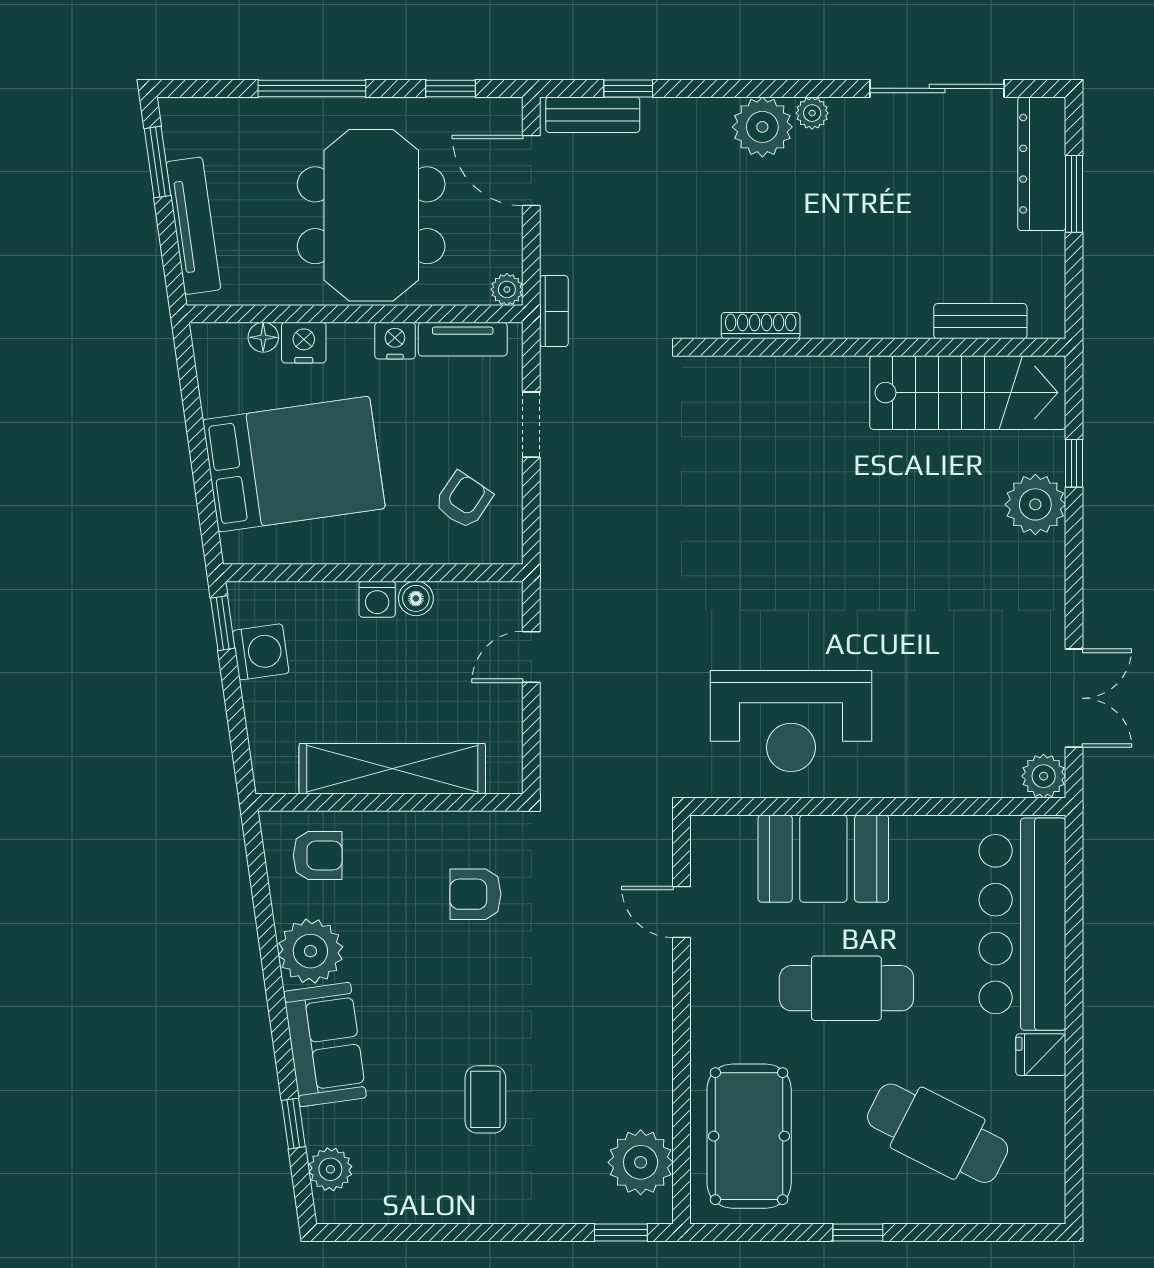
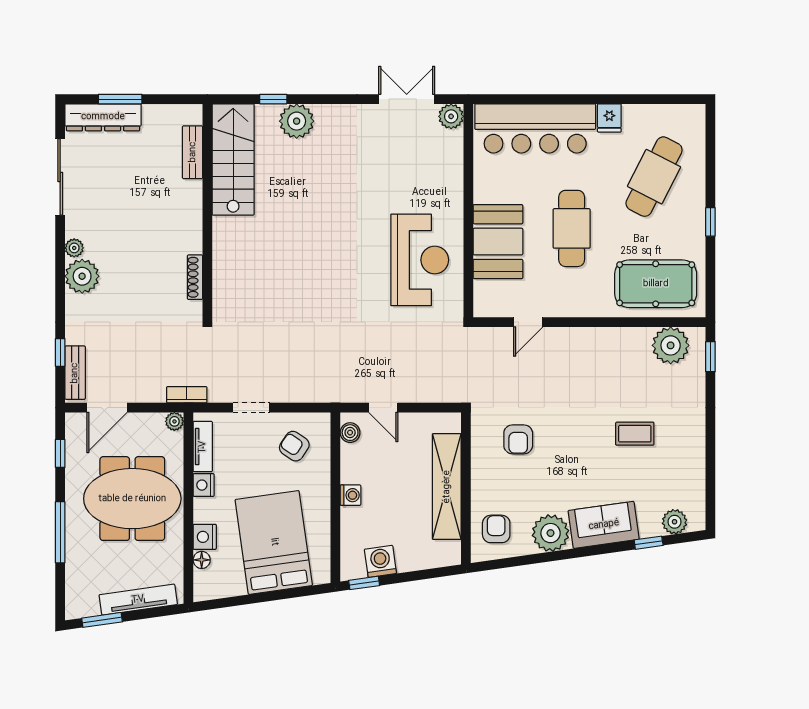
boiler: (416, 598) -> (350, 433), moved

